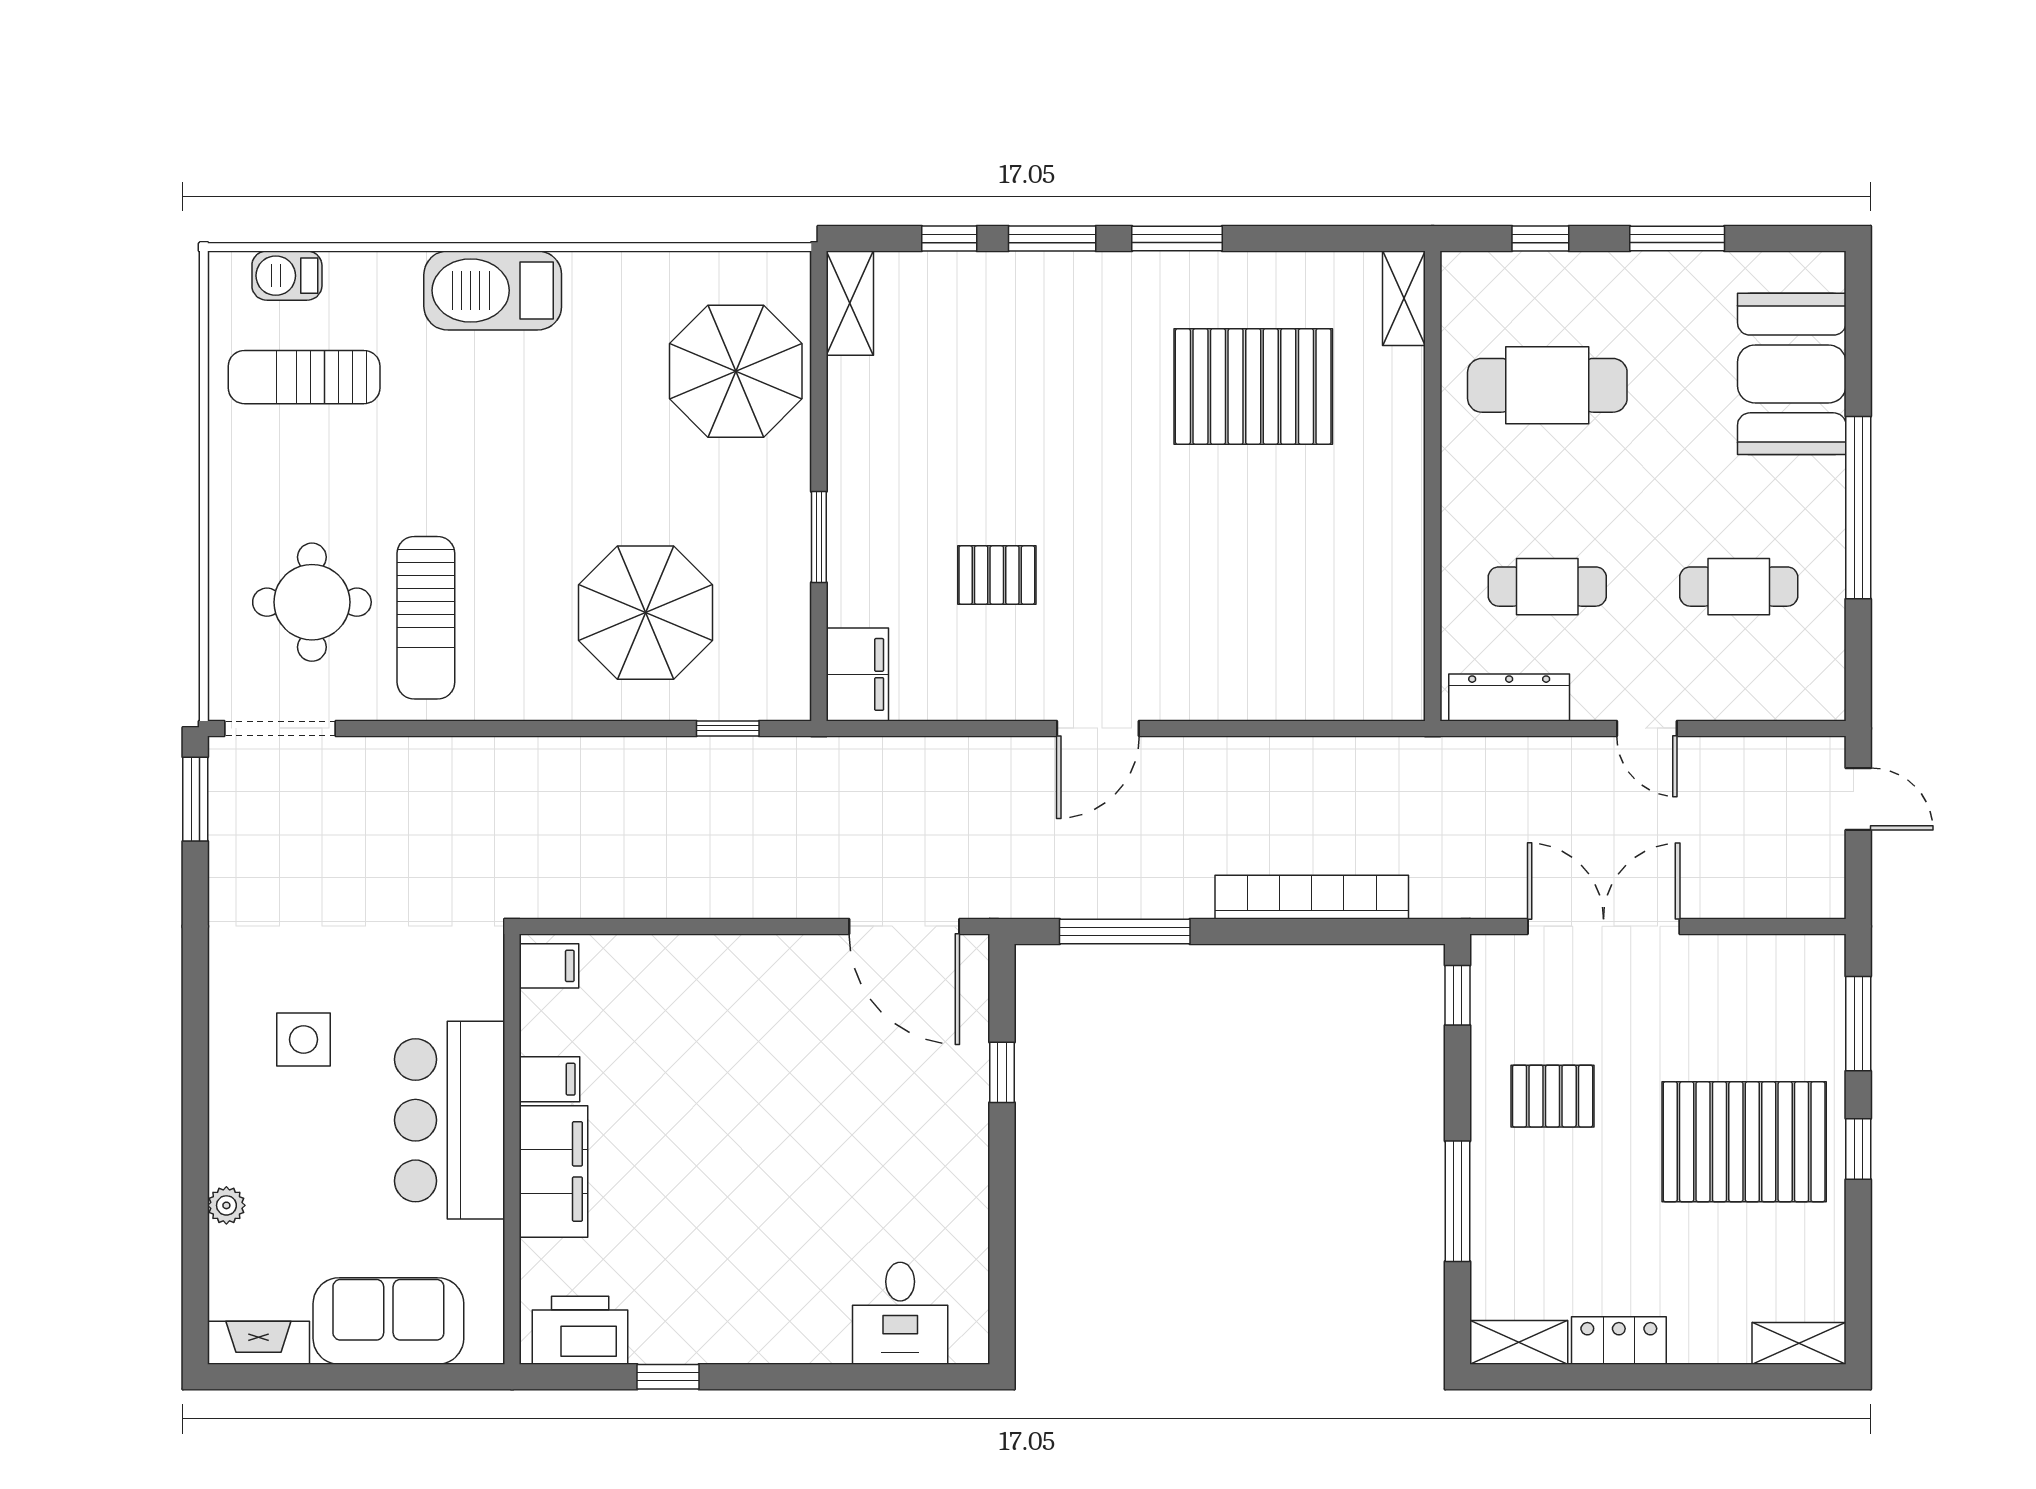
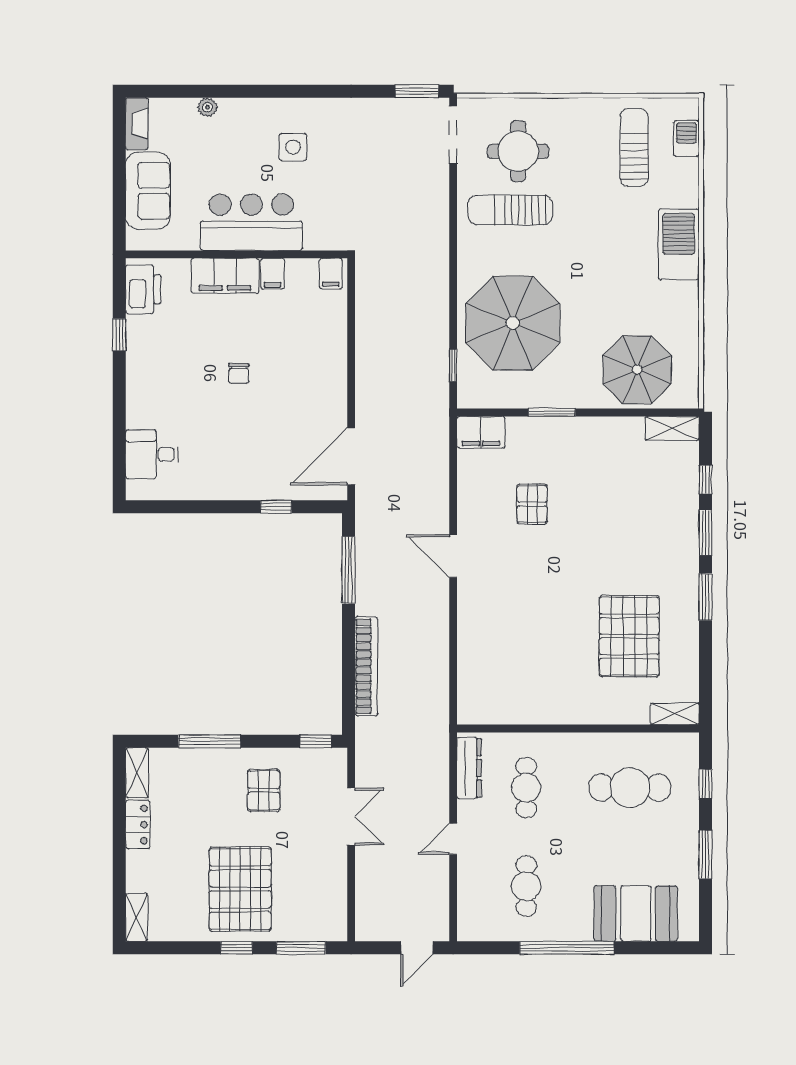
cafe table: (1547, 385) -> (630, 788), turned 90
parasol: (645, 613) -> (513, 323), width x1.36, depth x1.36
double door: (1604, 926) -> (351, 817), width x0.73
chair: (743, 1145) -> (239, 373), added

